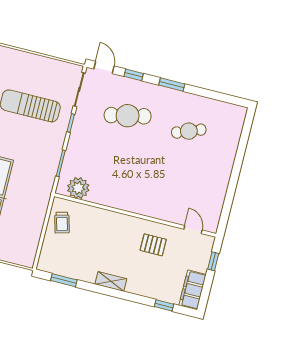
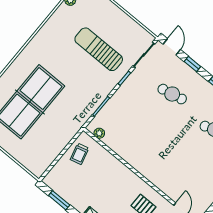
cafe table: (128, 116) -> (172, 94), width x0.73, depth x0.74
plant: (78, 188) -> (99, 133), width x0.53, depth x0.53

